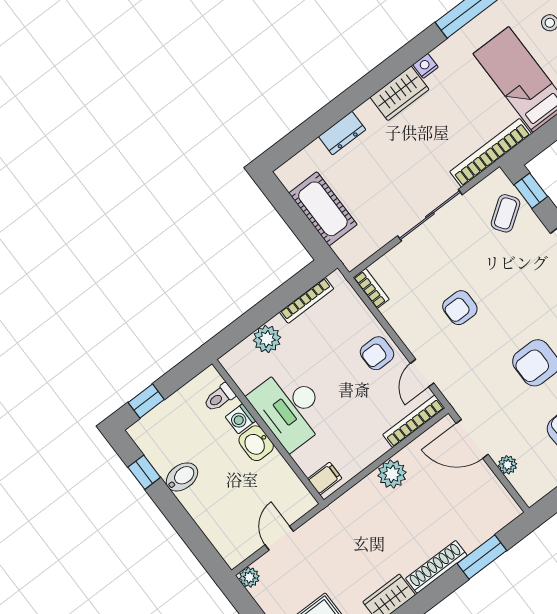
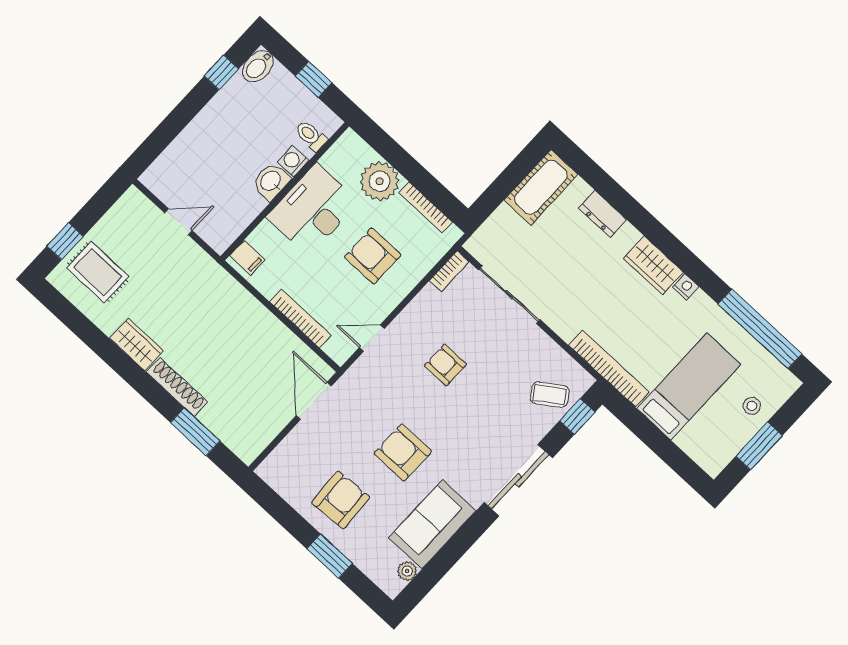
cot: (323, 209) -> (541, 187), moved
sliding door: (430, 215) -> (509, 295), moved
plant: (267, 339) -> (380, 181), width x1.36, depth x1.36
armchair: (377, 353) -> (373, 256), moved, width x1.38, depth x1.38
window: (146, 401) -> (314, 79), moved
bookcase: (414, 421) -> (300, 319), moved
plant: (508, 465) -> (294, 441), removed
plant: (392, 474) -> (264, 325), removed
bidet: (182, 477) -> (258, 66), moved, turned 90
plant: (249, 577) -> (133, 198), removed

